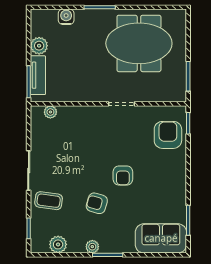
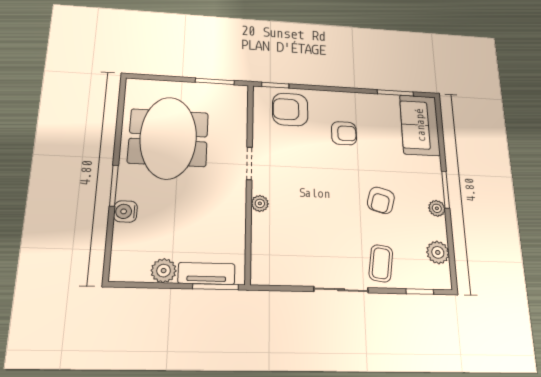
water cooler: (66, 17) -> (125, 211), moved
plant: (50, 112) -> (260, 203), moved
armchair: (123, 176) -> (344, 133), moved

